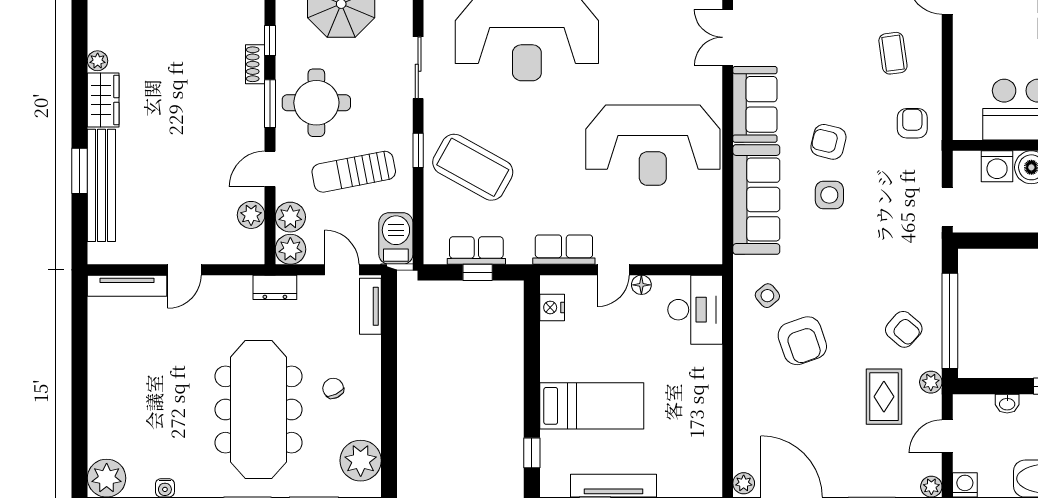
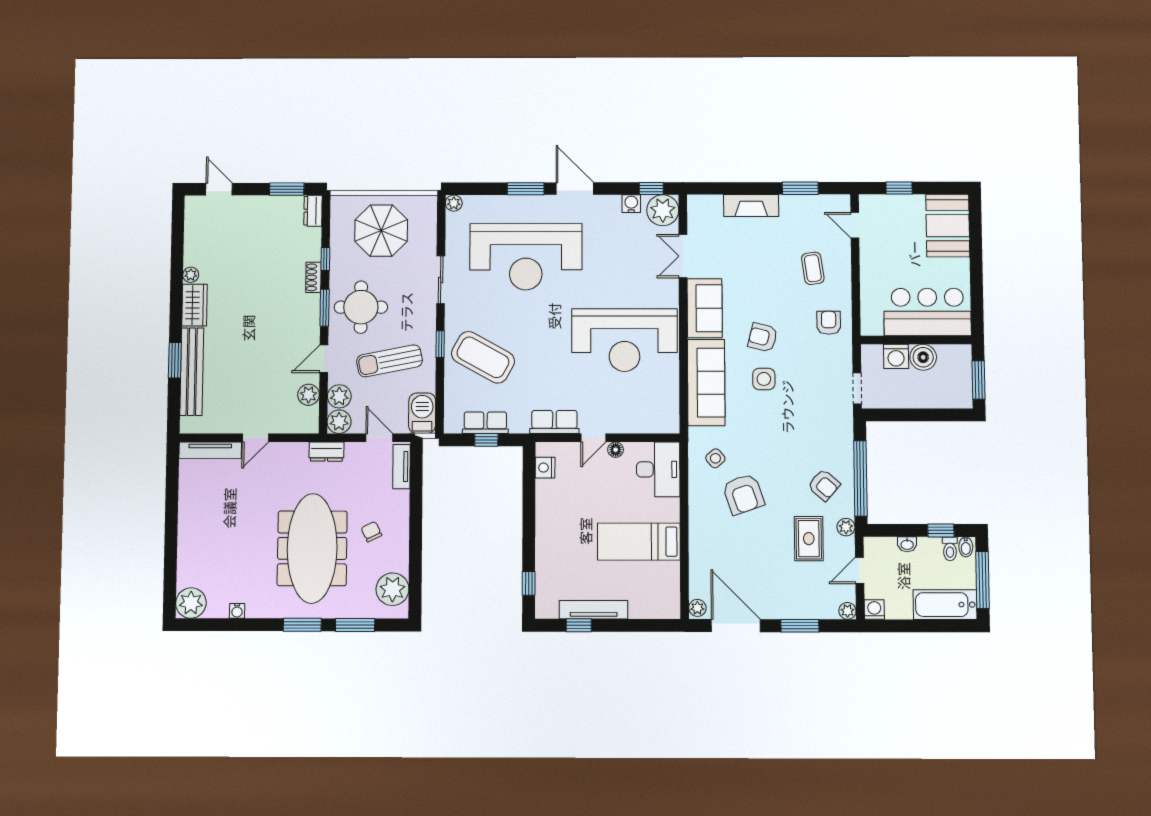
bed: (592, 406) -> (639, 542), moved, turned 180

